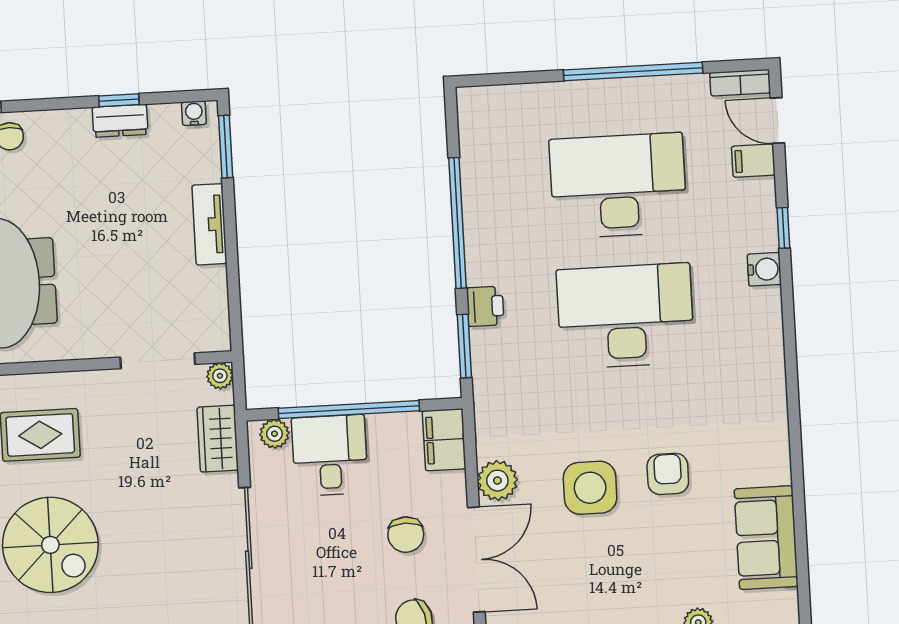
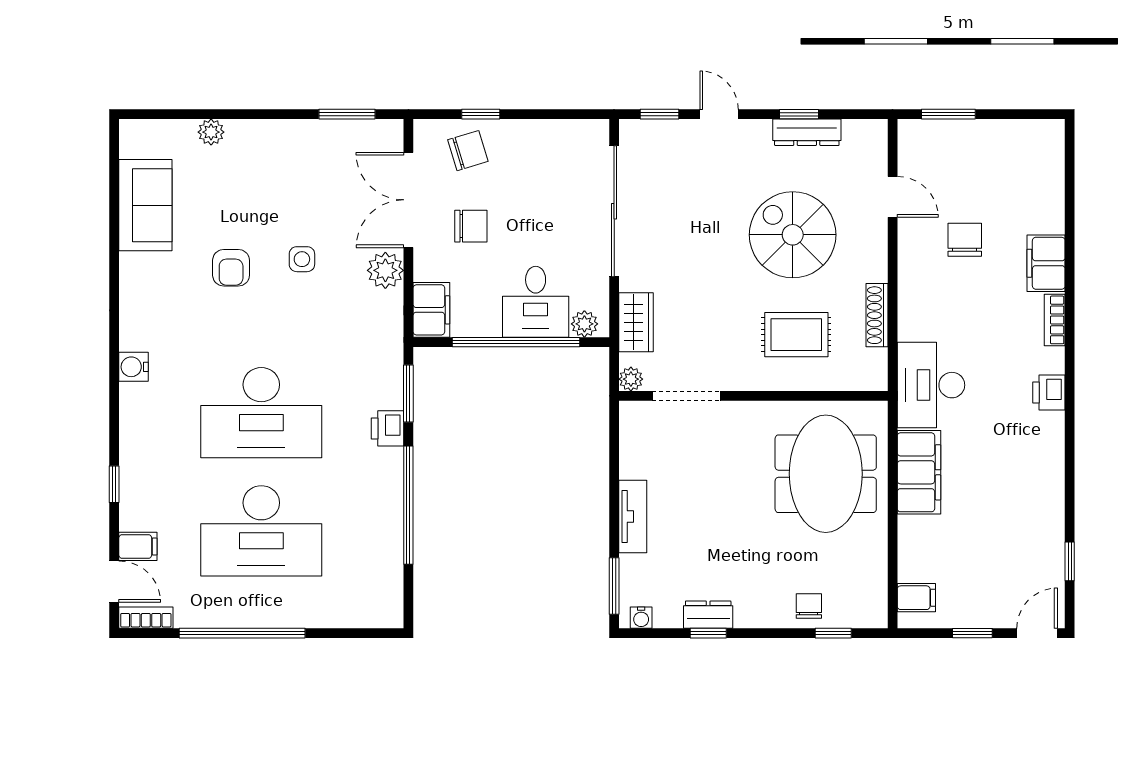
water cooler: (764, 269) -> (134, 367), moved
side table: (590, 488) -> (302, 259), width x0.54, depth x0.54
chair: (406, 535) -> (471, 226), turned 90

